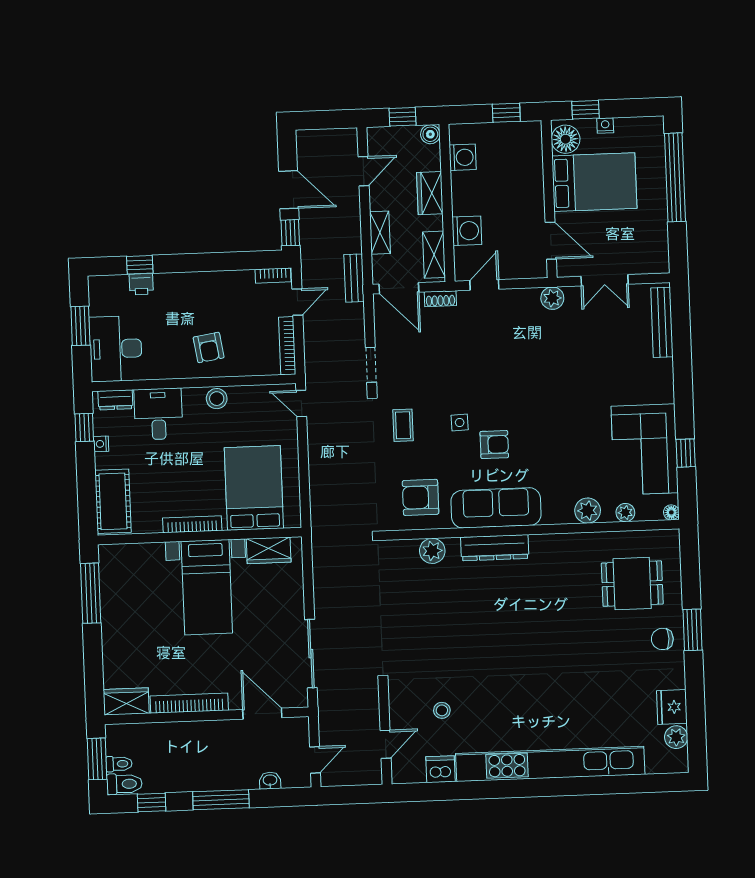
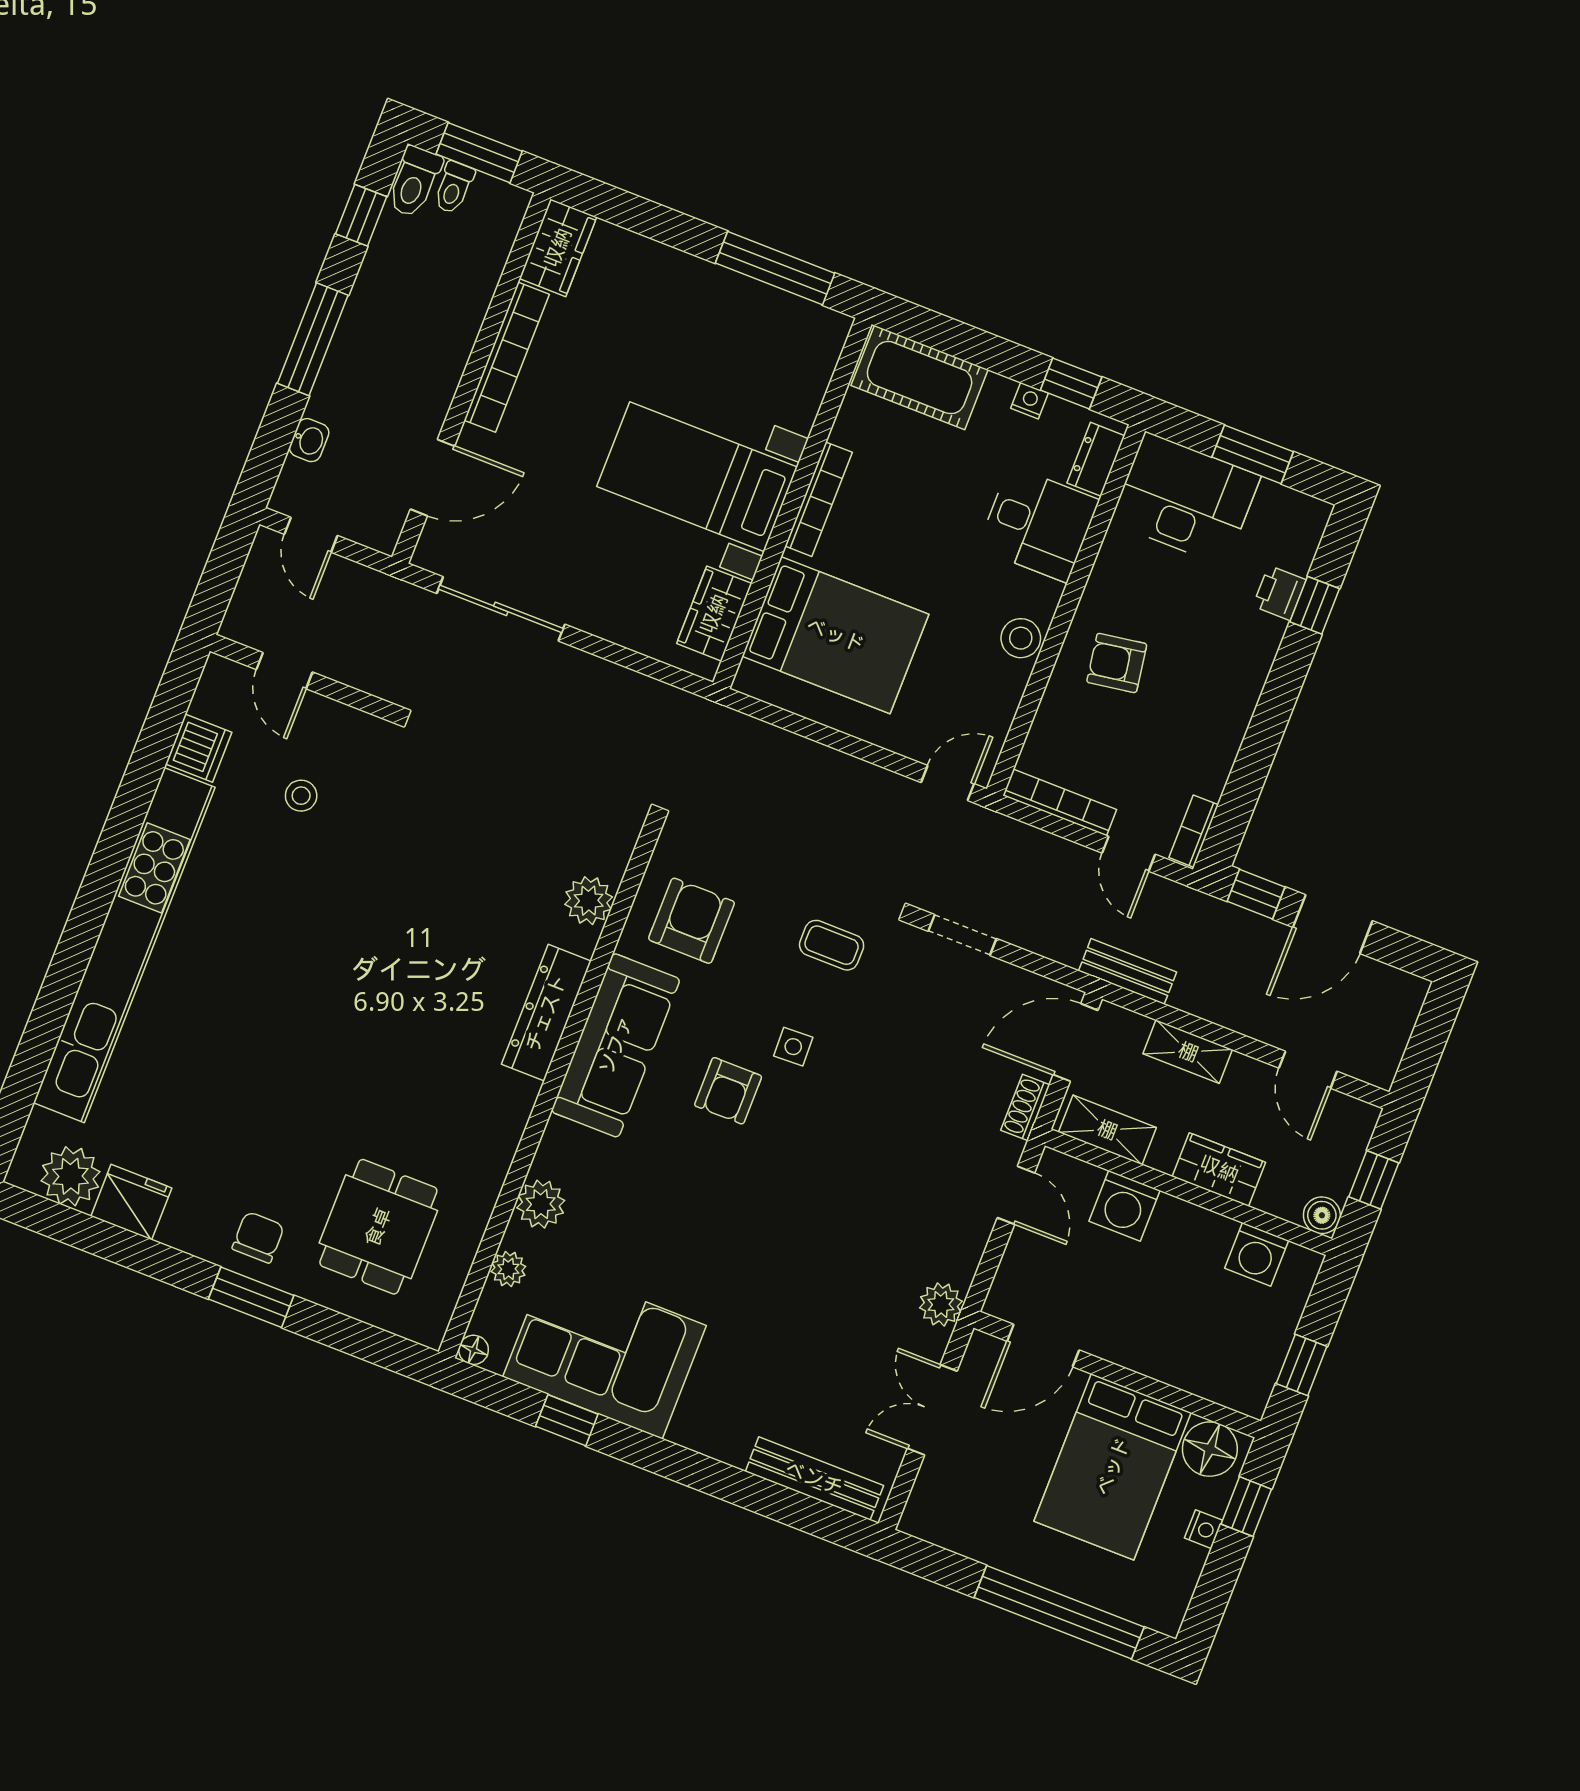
plant: (676, 737) -> (71, 1176), width x1.36, depth x1.36

